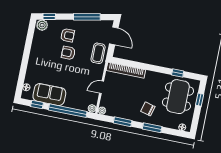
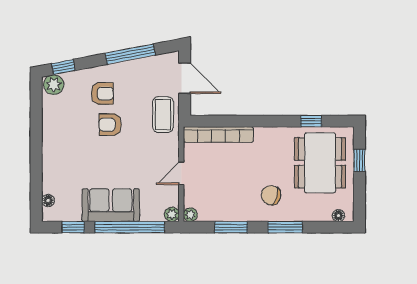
sofa: (49, 95) -> (111, 205), moved

